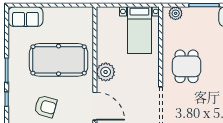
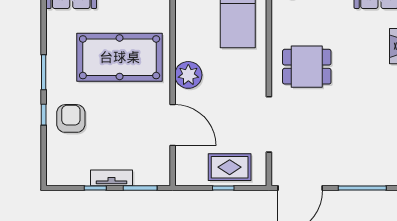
dining table: (187, 66) -> (307, 67), turned 90
armchair: (46, 107) -> (71, 118), moved, turned -106

